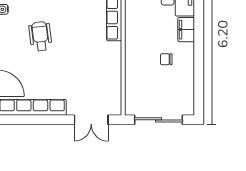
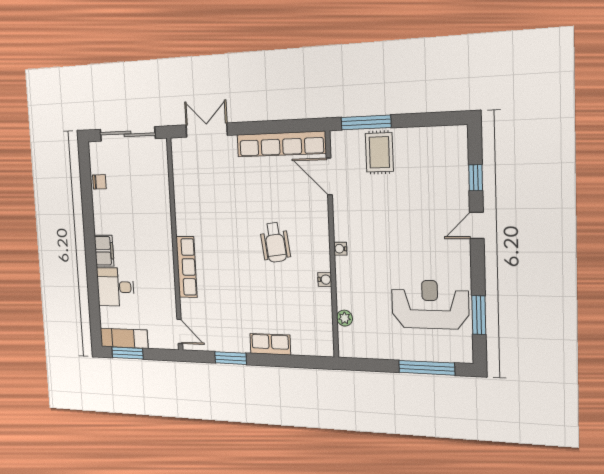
chair: (166, 59) -> (99, 182), moved

